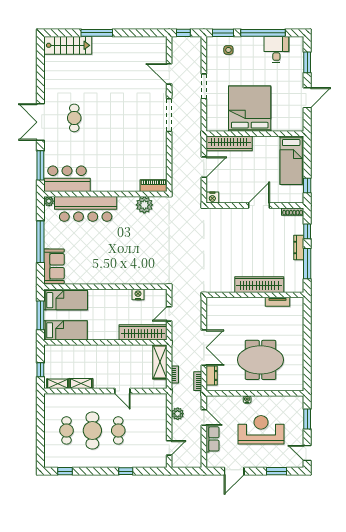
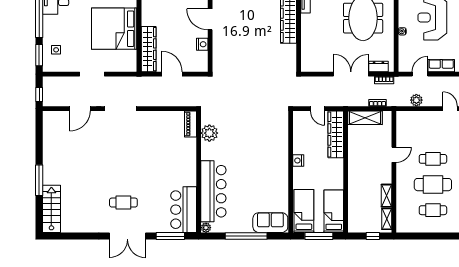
nightstand: (212, 198) -> (202, 44), moved
nightstand: (138, 295) -> (298, 161), moved

